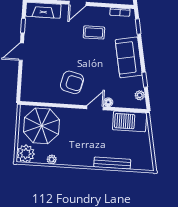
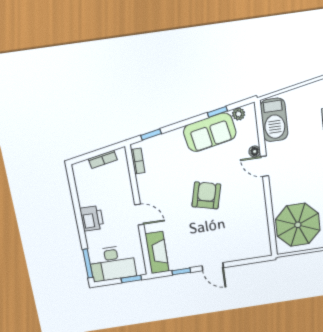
coffee table: (94, 32) -> (171, 187), removed
sofa: (129, 57) -> (210, 132), moved
armchair: (72, 82) -> (206, 195), moved

